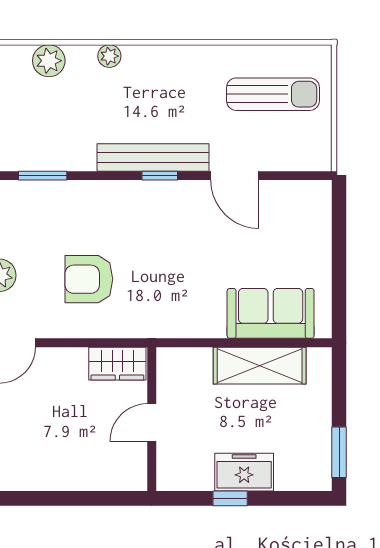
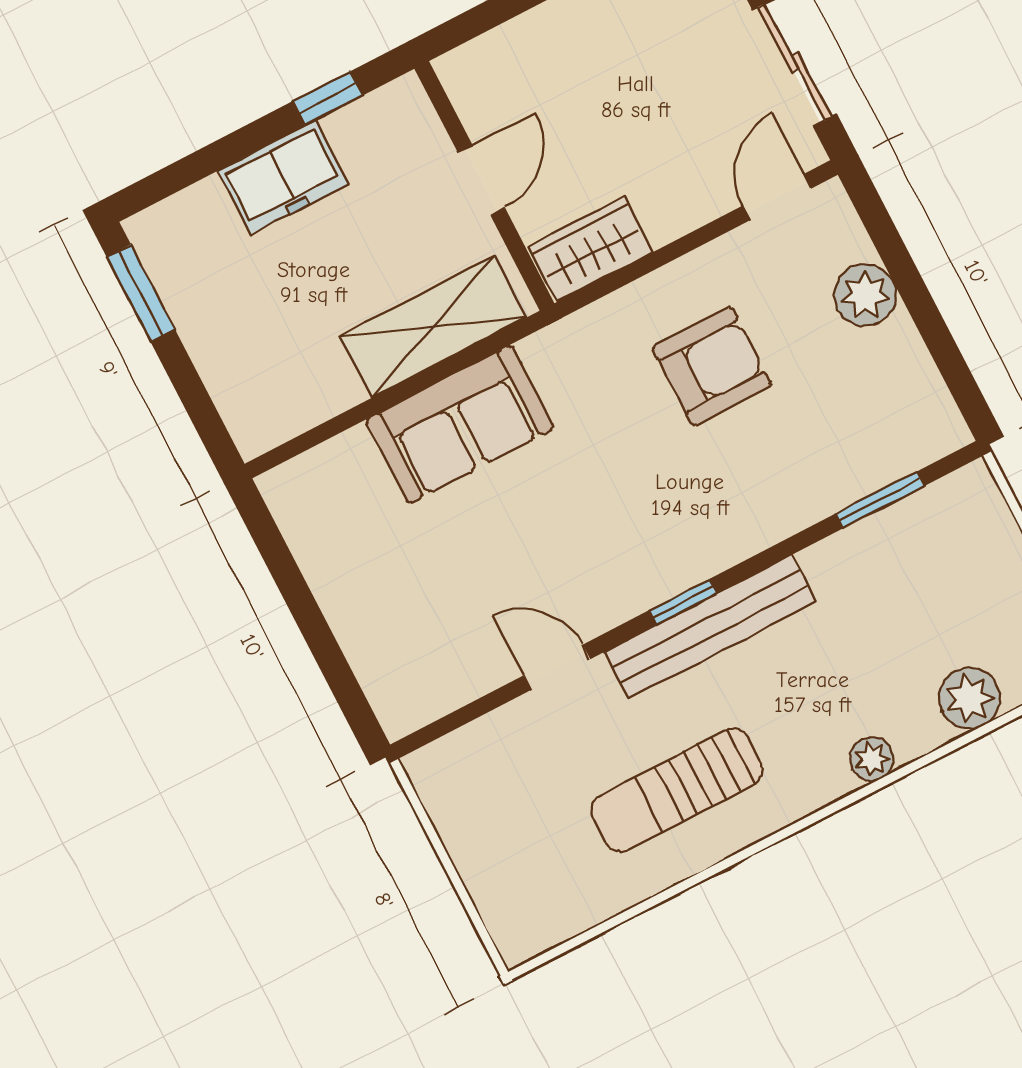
sun lounger: (273, 94) -> (677, 790), moved
door: (235, 176) -> (557, 667), width x0.73
sofa: (271, 313) -> (460, 424), moved
shelving: (260, 366) -> (433, 327), moved
window: (230, 498) -> (327, 98), moved

